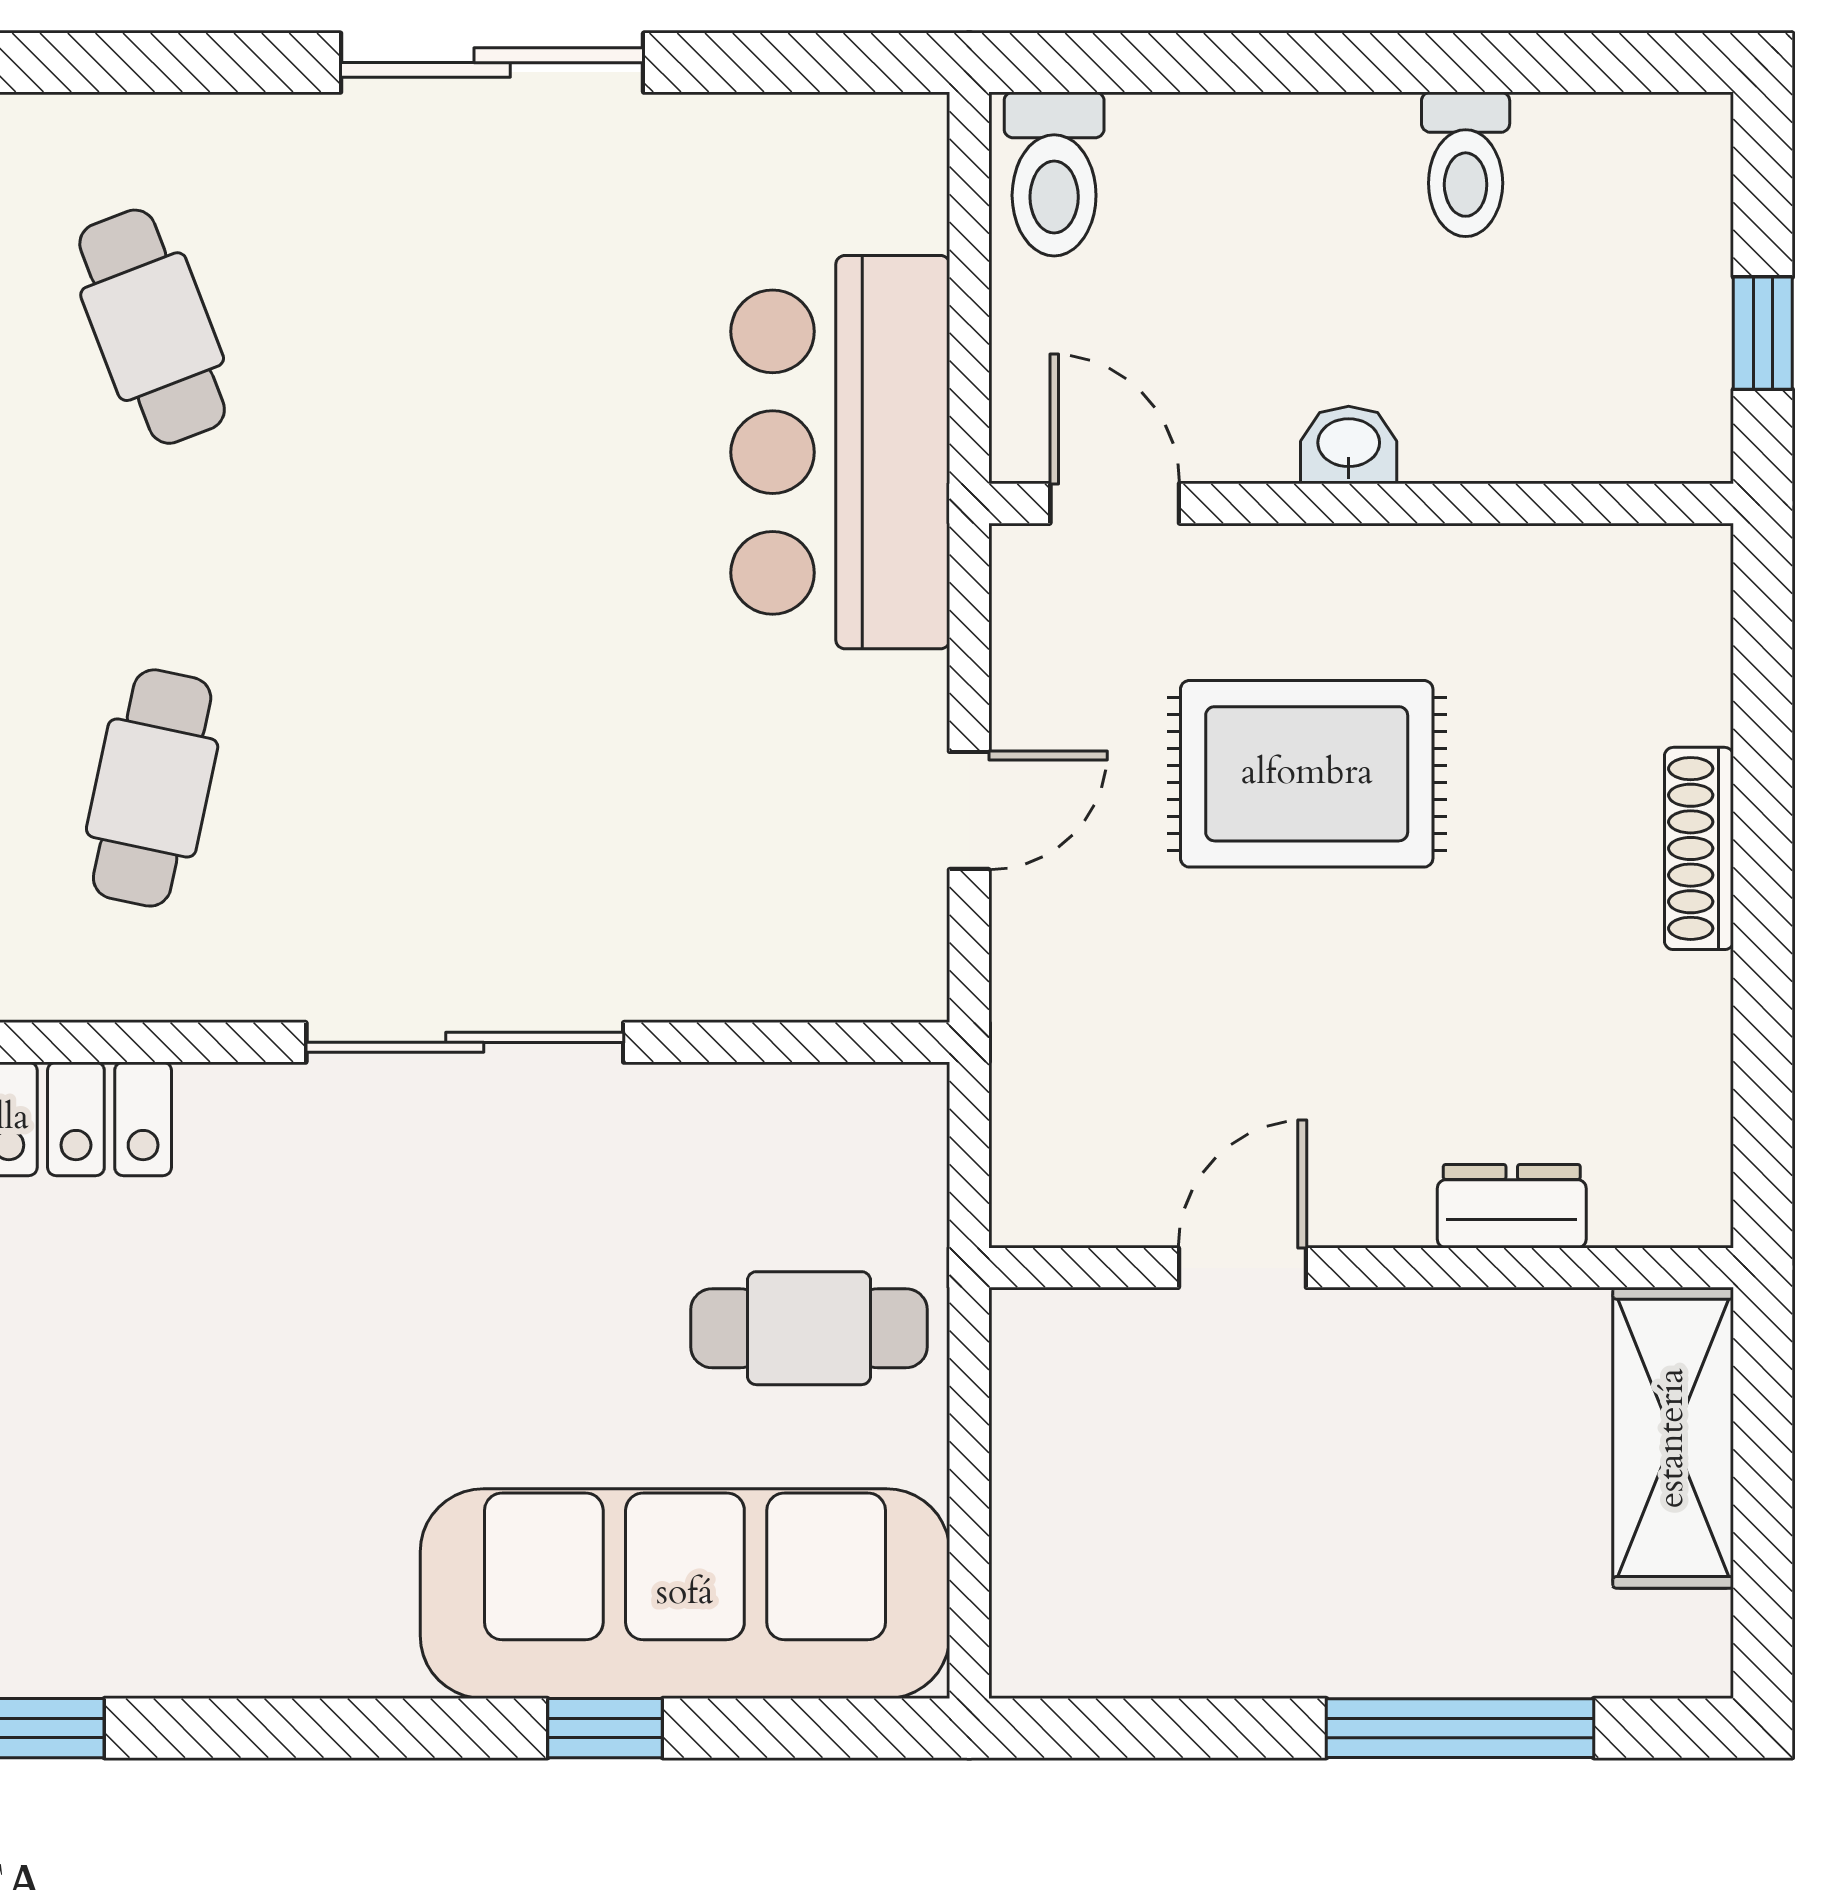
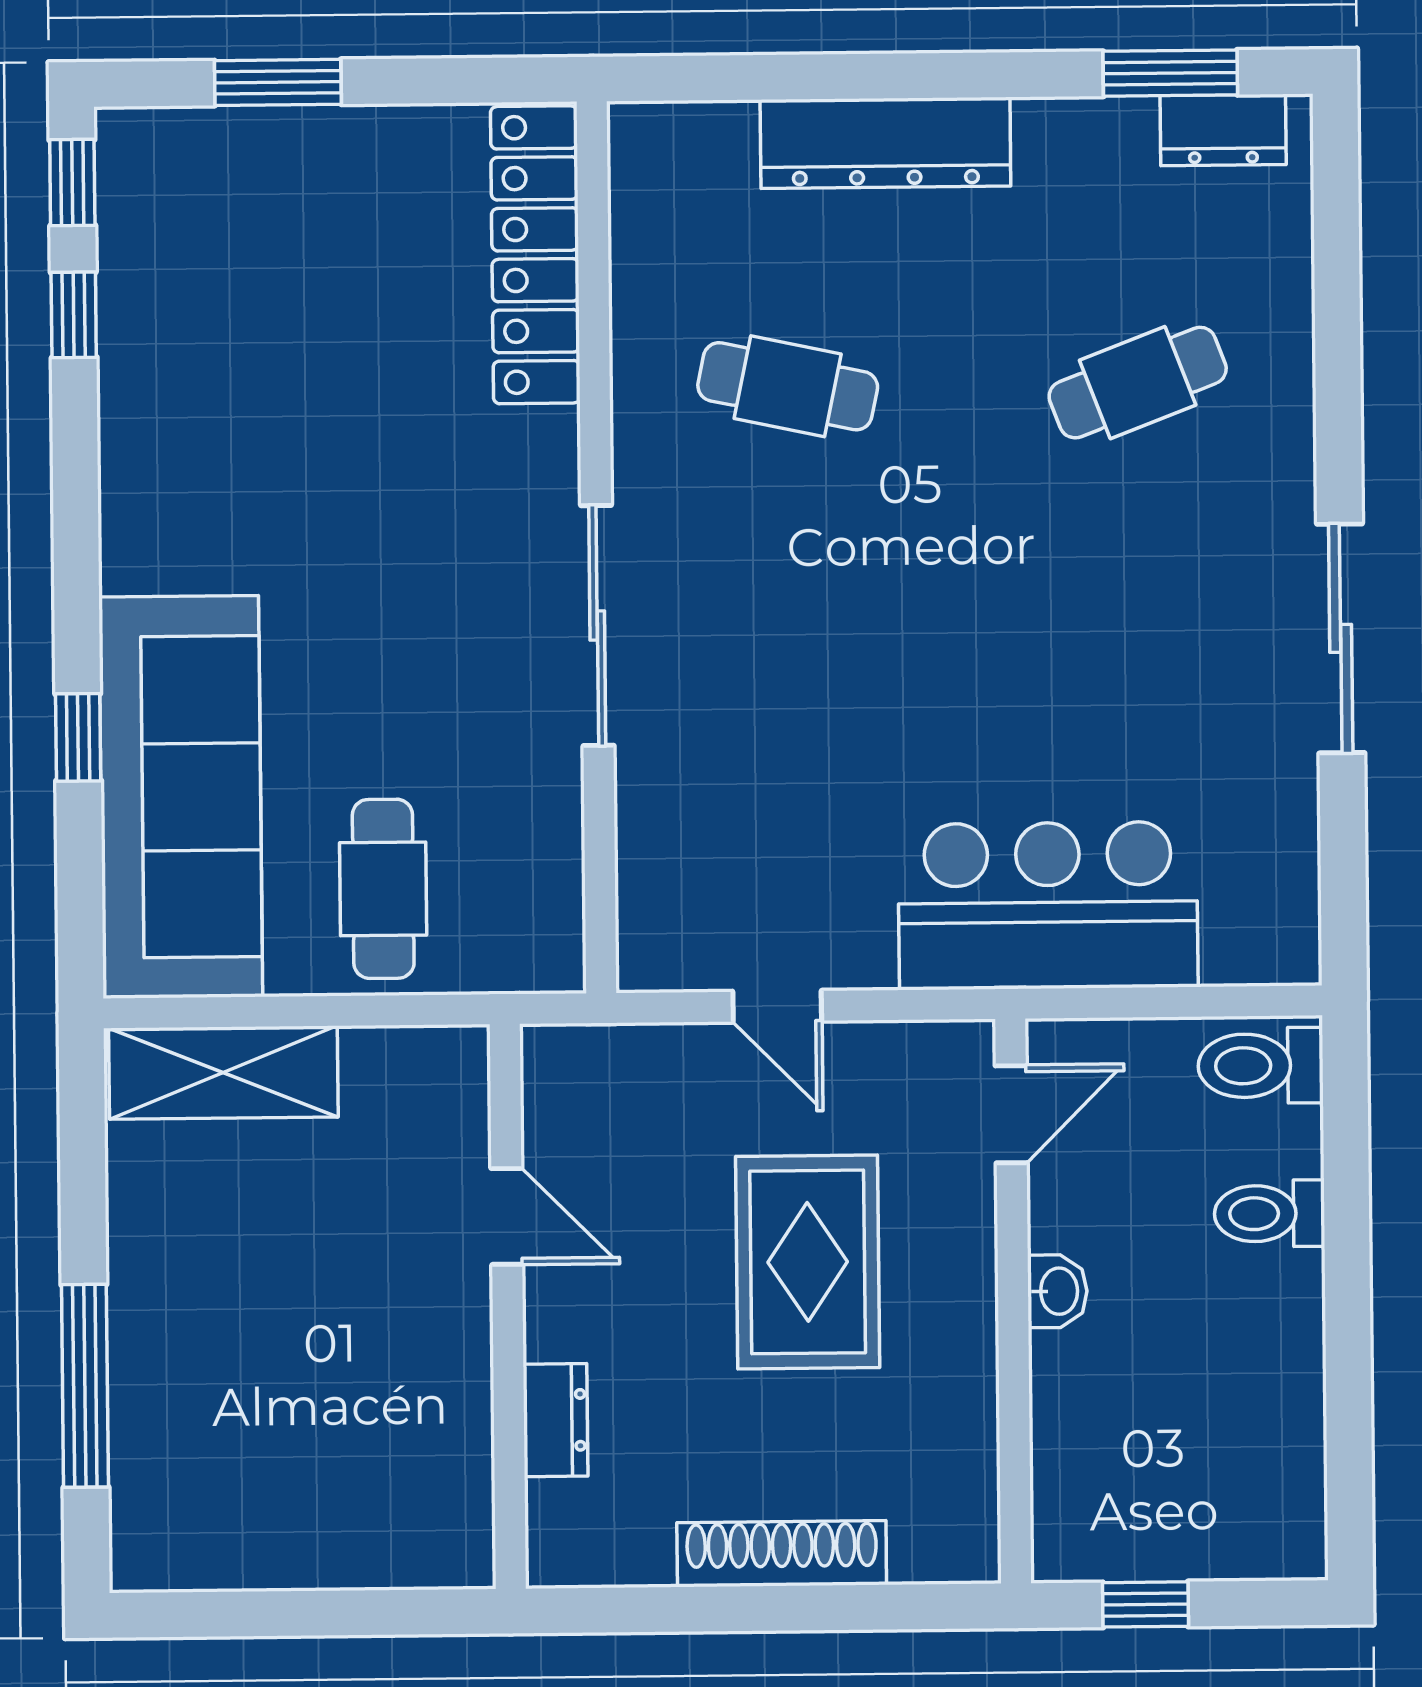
toilet: (1466, 164) -> (1269, 1214), moved
shoe rack: (1699, 848) -> (782, 1554), width x1.36, depth x1.24
dresser: (1512, 1206) -> (556, 1420), moved
door: (1242, 1268) -> (507, 1216), moved
wall: (1361, 1268) -> (508, 1306), moved
shelving: (1673, 1438) -> (223, 1073), moved

